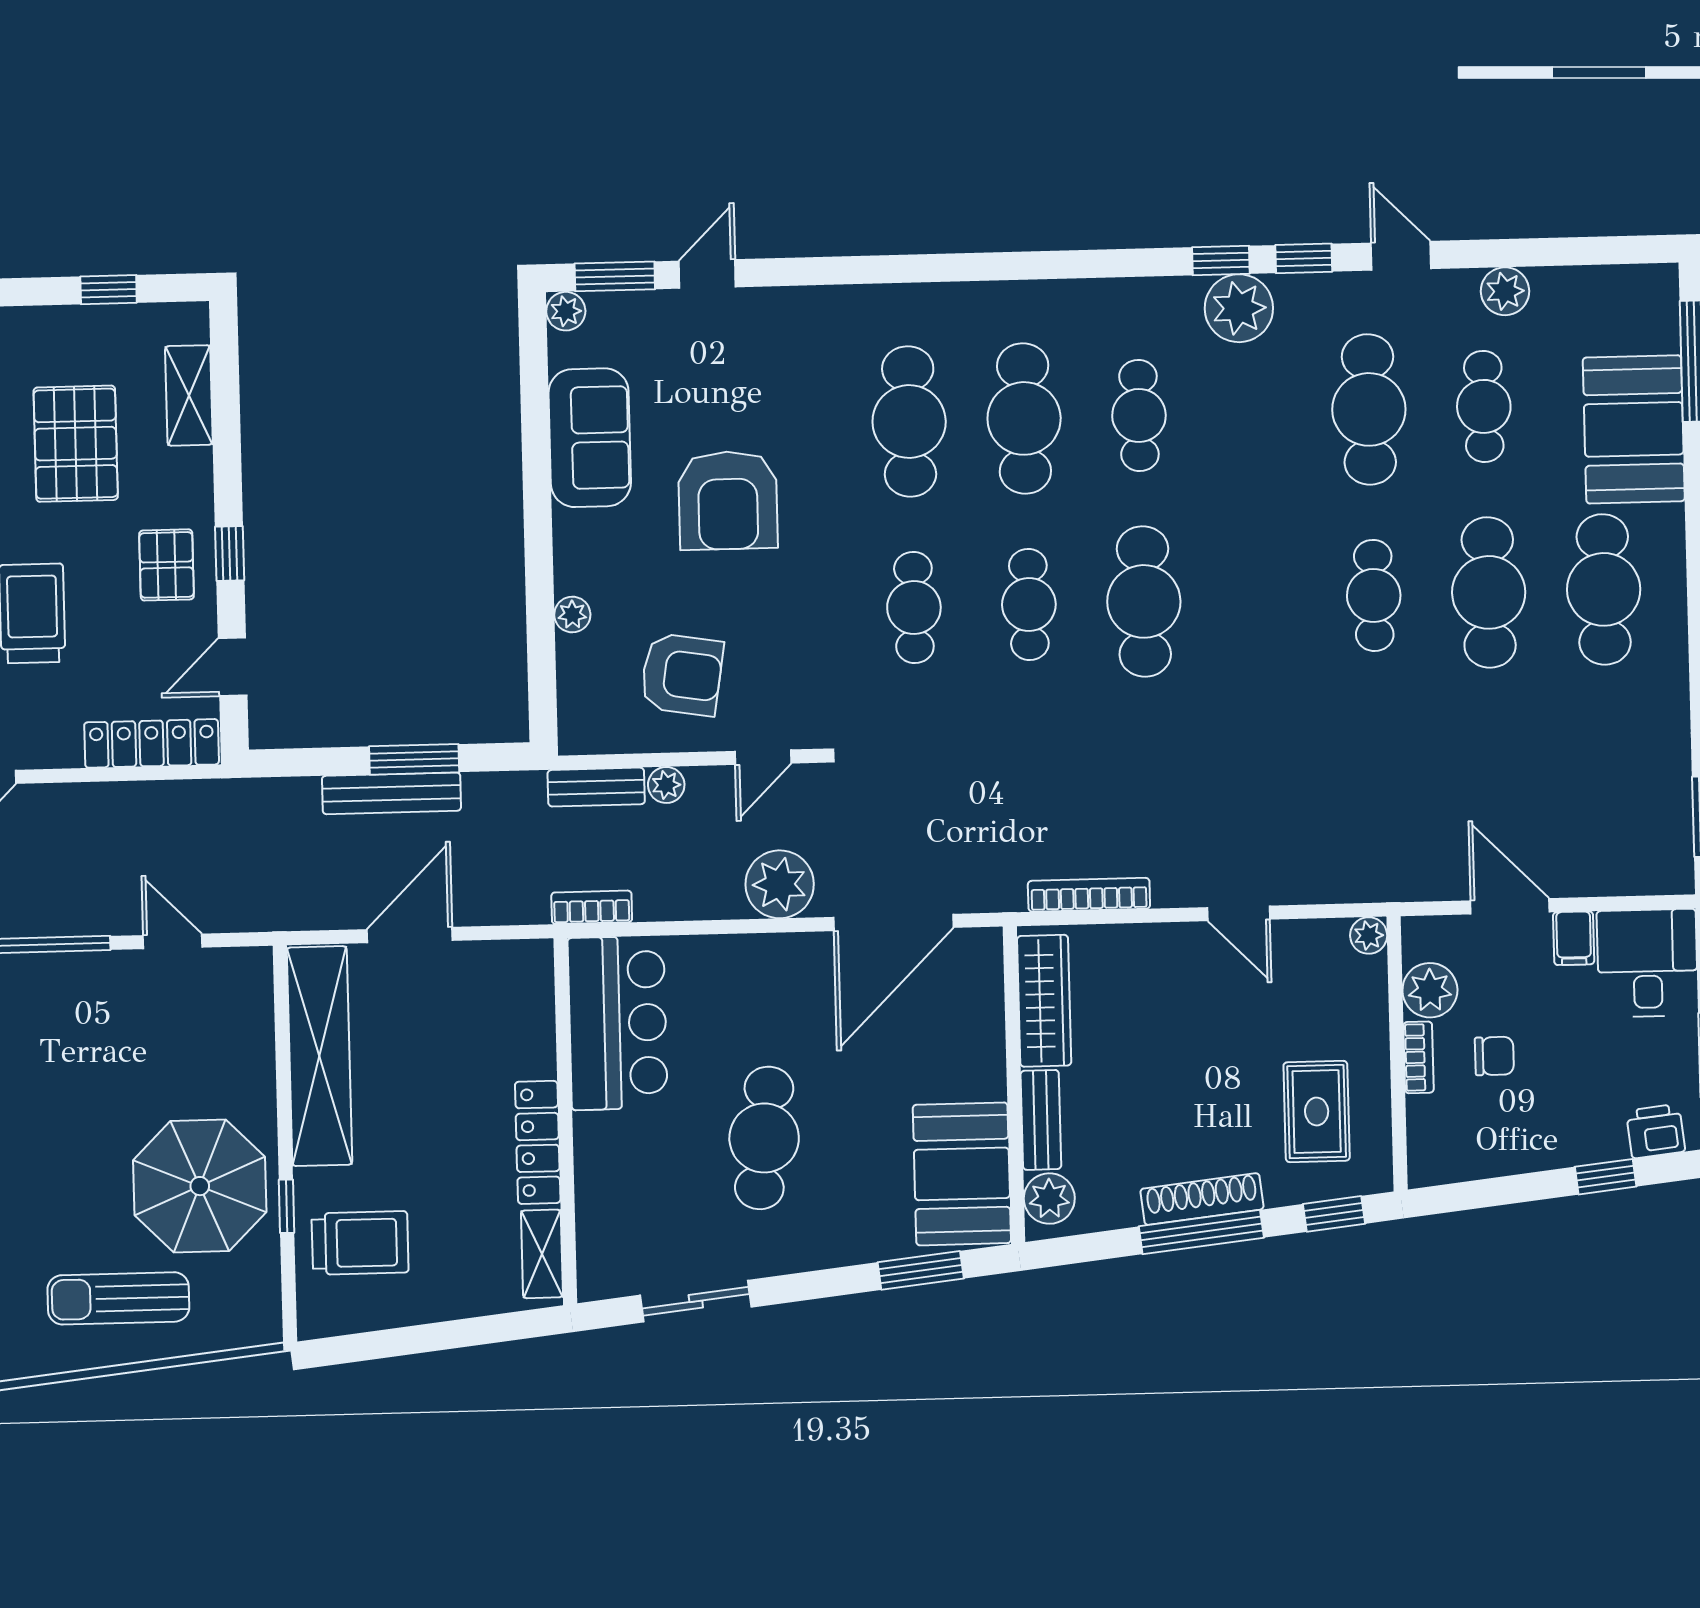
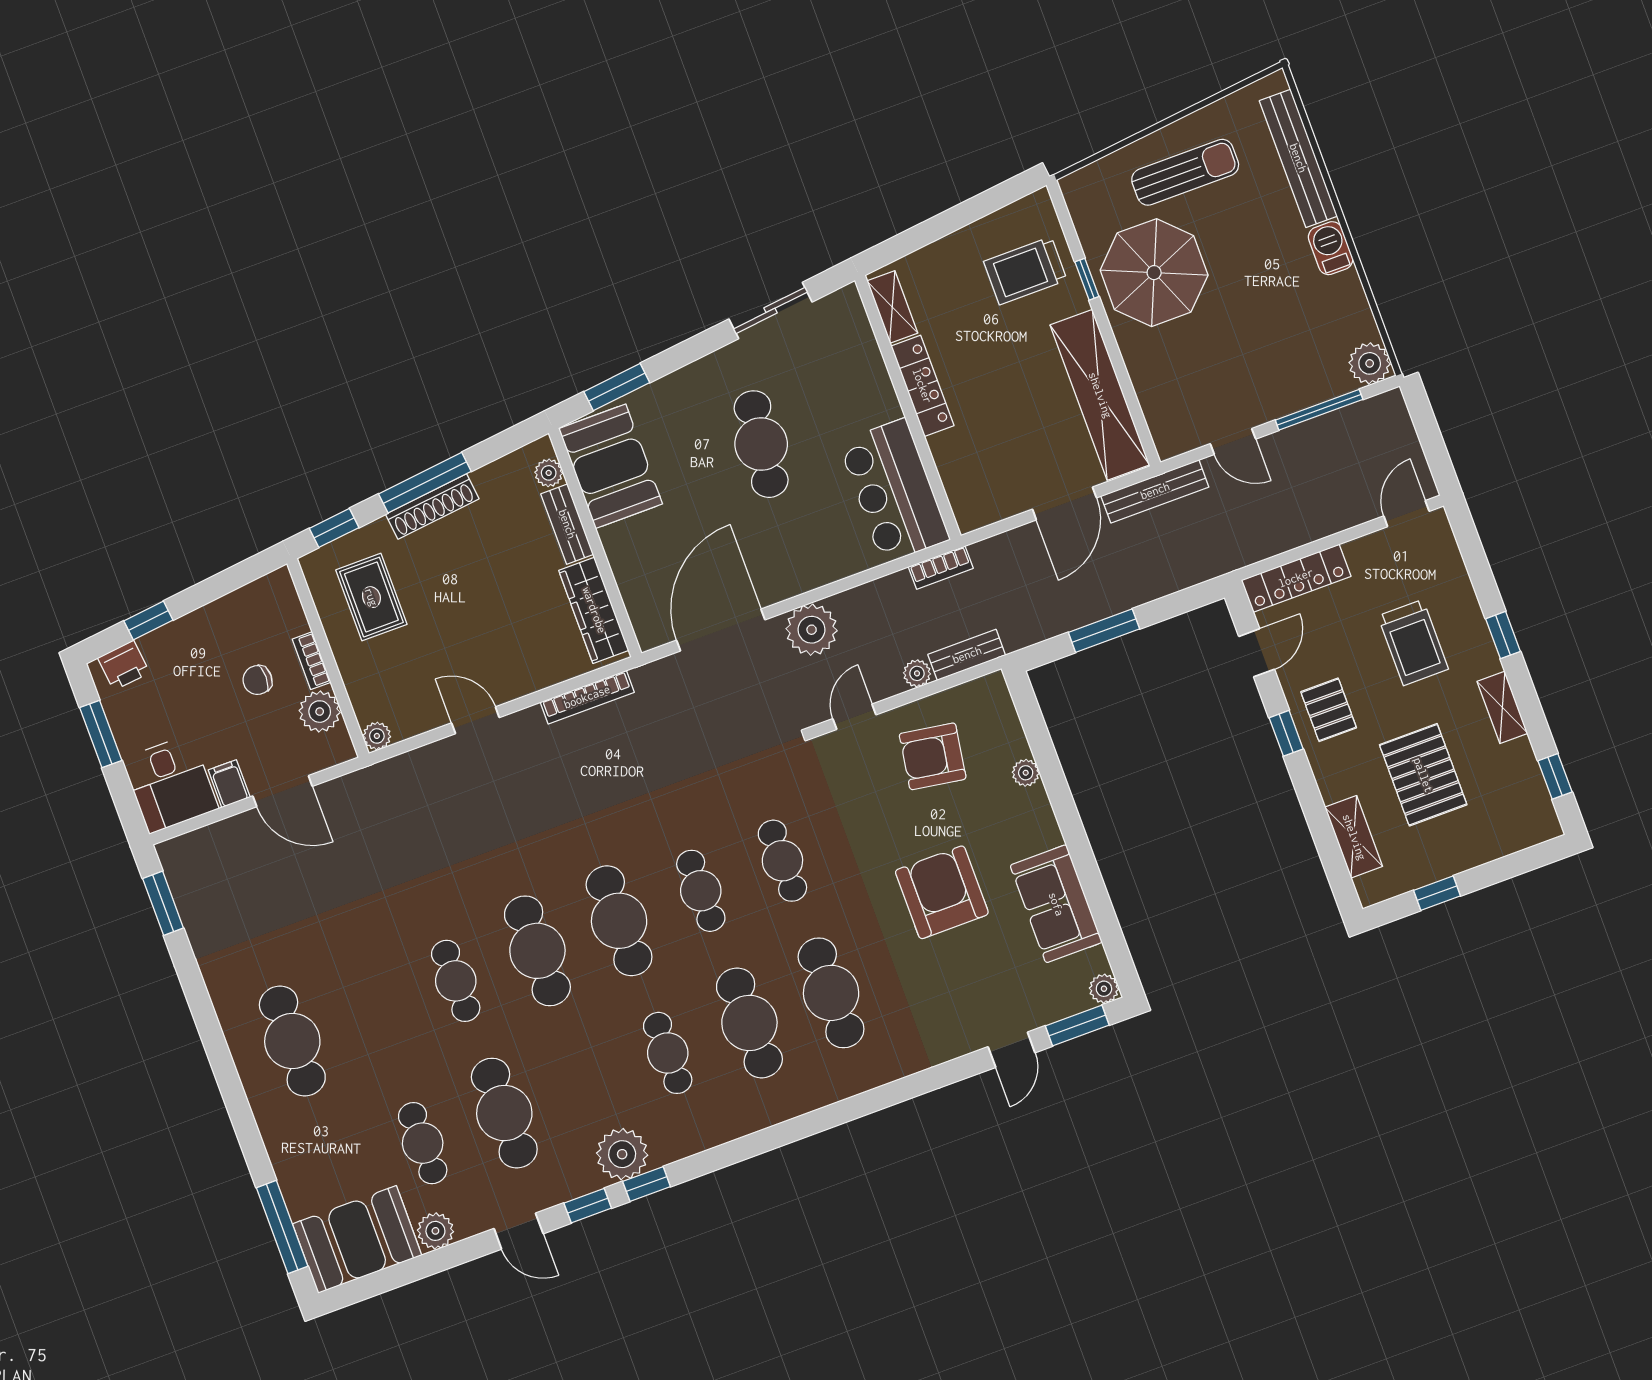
booth: (1634, 429) -> (357, 1240), moved, turned 90
cafe table: (1489, 592) -> (537, 951), moved
bench: (391, 793) -> (1155, 491), moved
plant: (1049, 1199) -> (549, 473), width x0.73, depth x0.73

